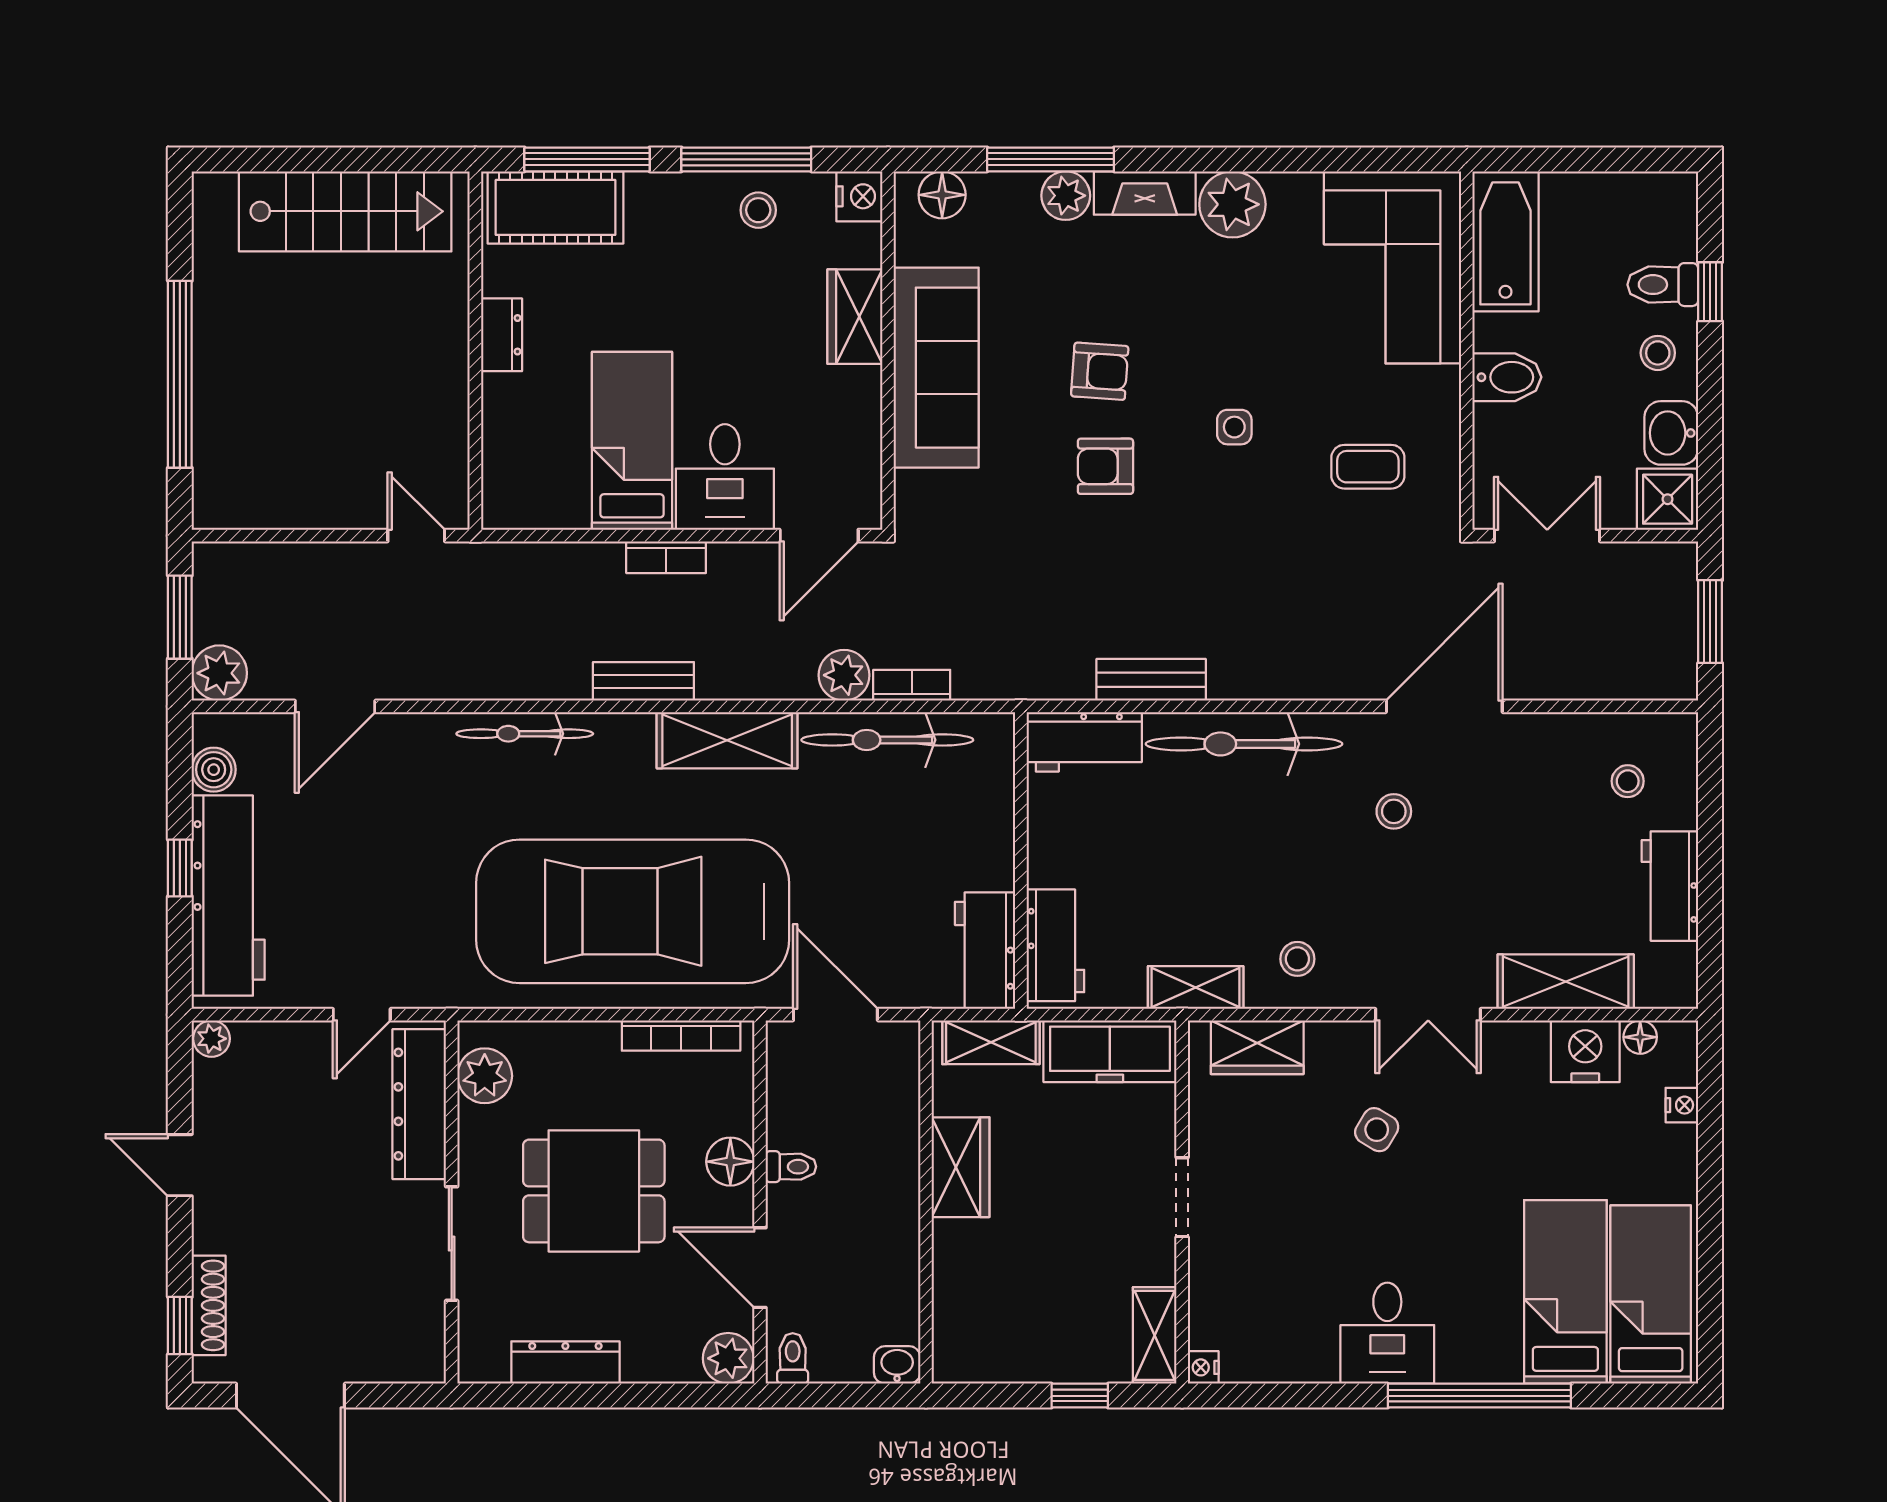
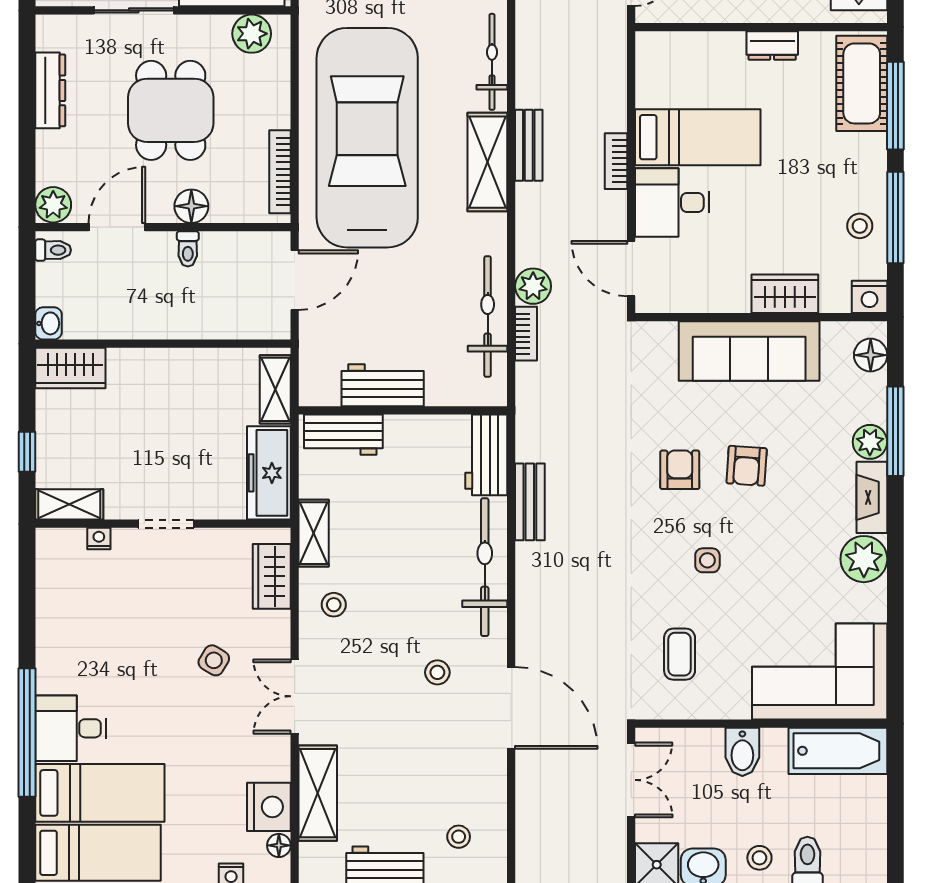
shelving: (727, 740) -> (487, 162), moved
workbench: (985, 951) -> (383, 385), moved
wardrobe: (961, 1167) -> (70, 368), moved
desk: (1387, 1333) -> (71, 728), moved
nightstand: (1203, 1367) -> (99, 538), moved

